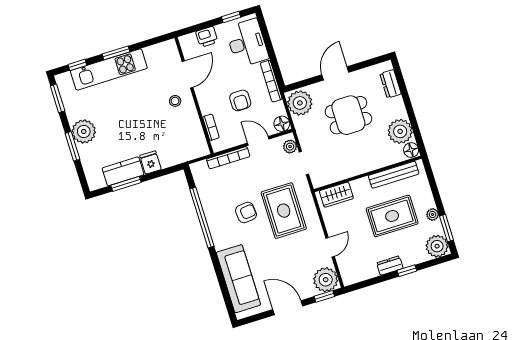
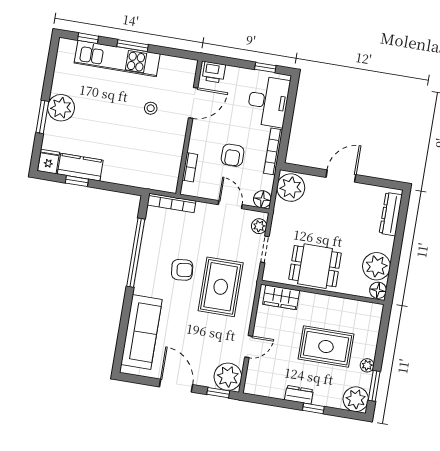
printer: (207, 37) -> (214, 72), moved
dresser: (391, 84) -> (391, 214), width x1.44
window: (58, 98) -> (51, 62), removed
stool: (175, 101) -> (151, 108), moved
dining table: (348, 115) -> (315, 266), moved
bookcase: (228, 158) -> (172, 203), moved
fridge: (150, 162) -> (49, 162), moved
bench: (394, 175) -> (348, 306), removed
window: (126, 184) -> (77, 181), width x0.67

